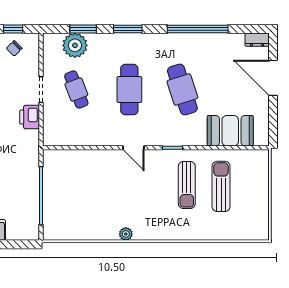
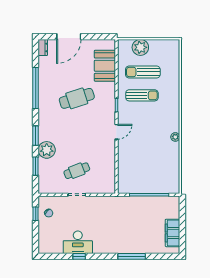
plant: (75, 45) -> (47, 150), moved
cafe table: (129, 90) -> (77, 135), removed
printer: (30, 117) -> (96, 203), removed
plant: (257, 183) -> (140, 47), added

